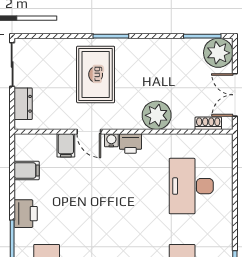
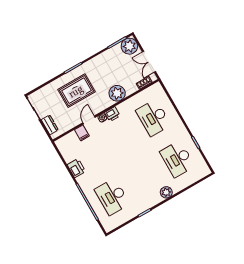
rug: (96, 74) -> (76, 91), turned 90
door: (89, 132) -> (89, 120), swing flipped
filing cabinet: (27, 171) -> (70, 156), removed
printer: (26, 214) -> (76, 168), moved

